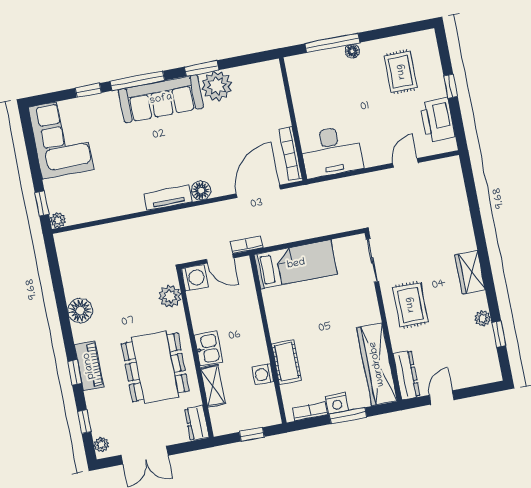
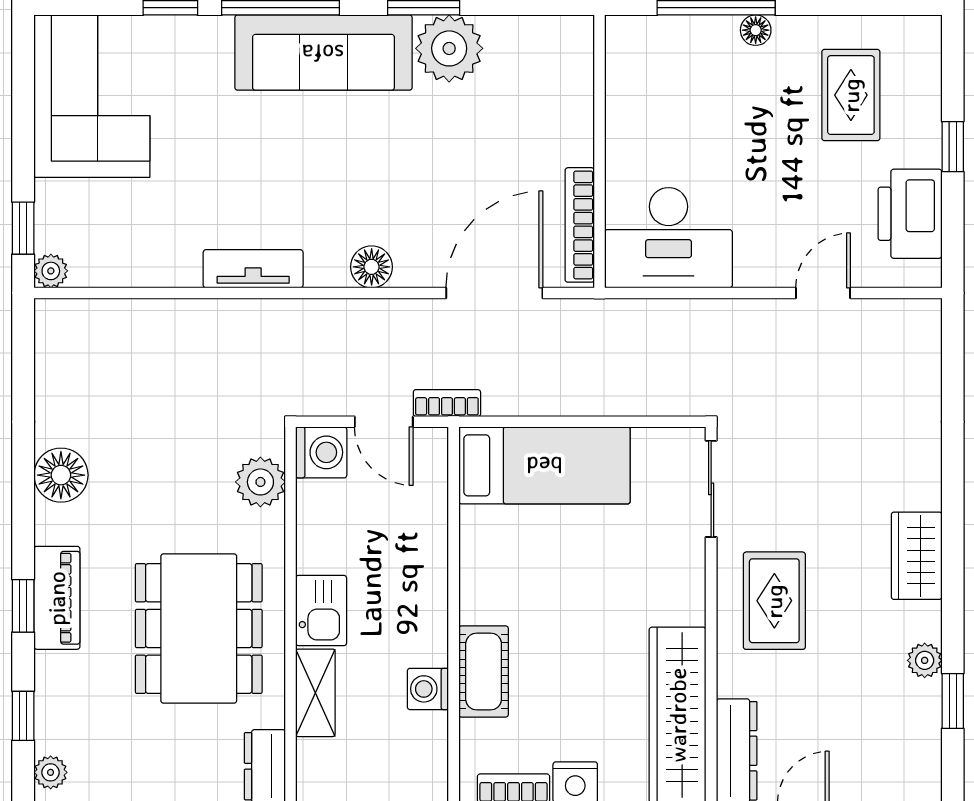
tv unit: (168, 198) -> (253, 269), moved

